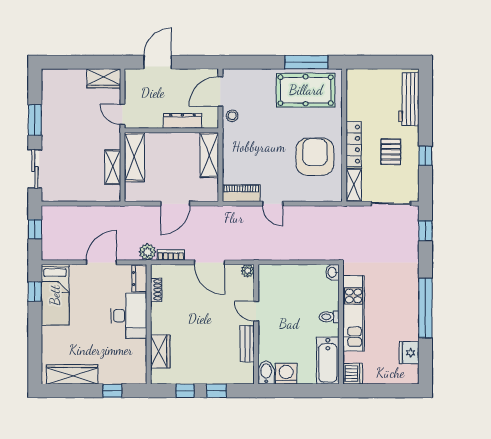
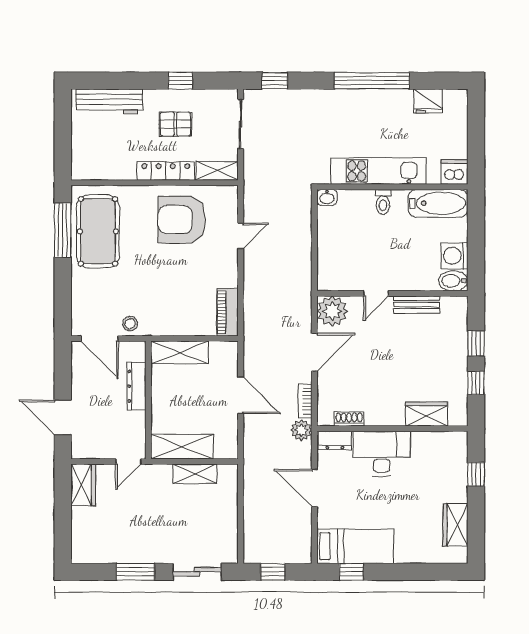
door: (273, 204) -> (241, 236), moved
plant: (248, 271) -> (332, 311), width x1.88, depth x1.88
wardrobe: (72, 374) -> (455, 525), width x0.67

